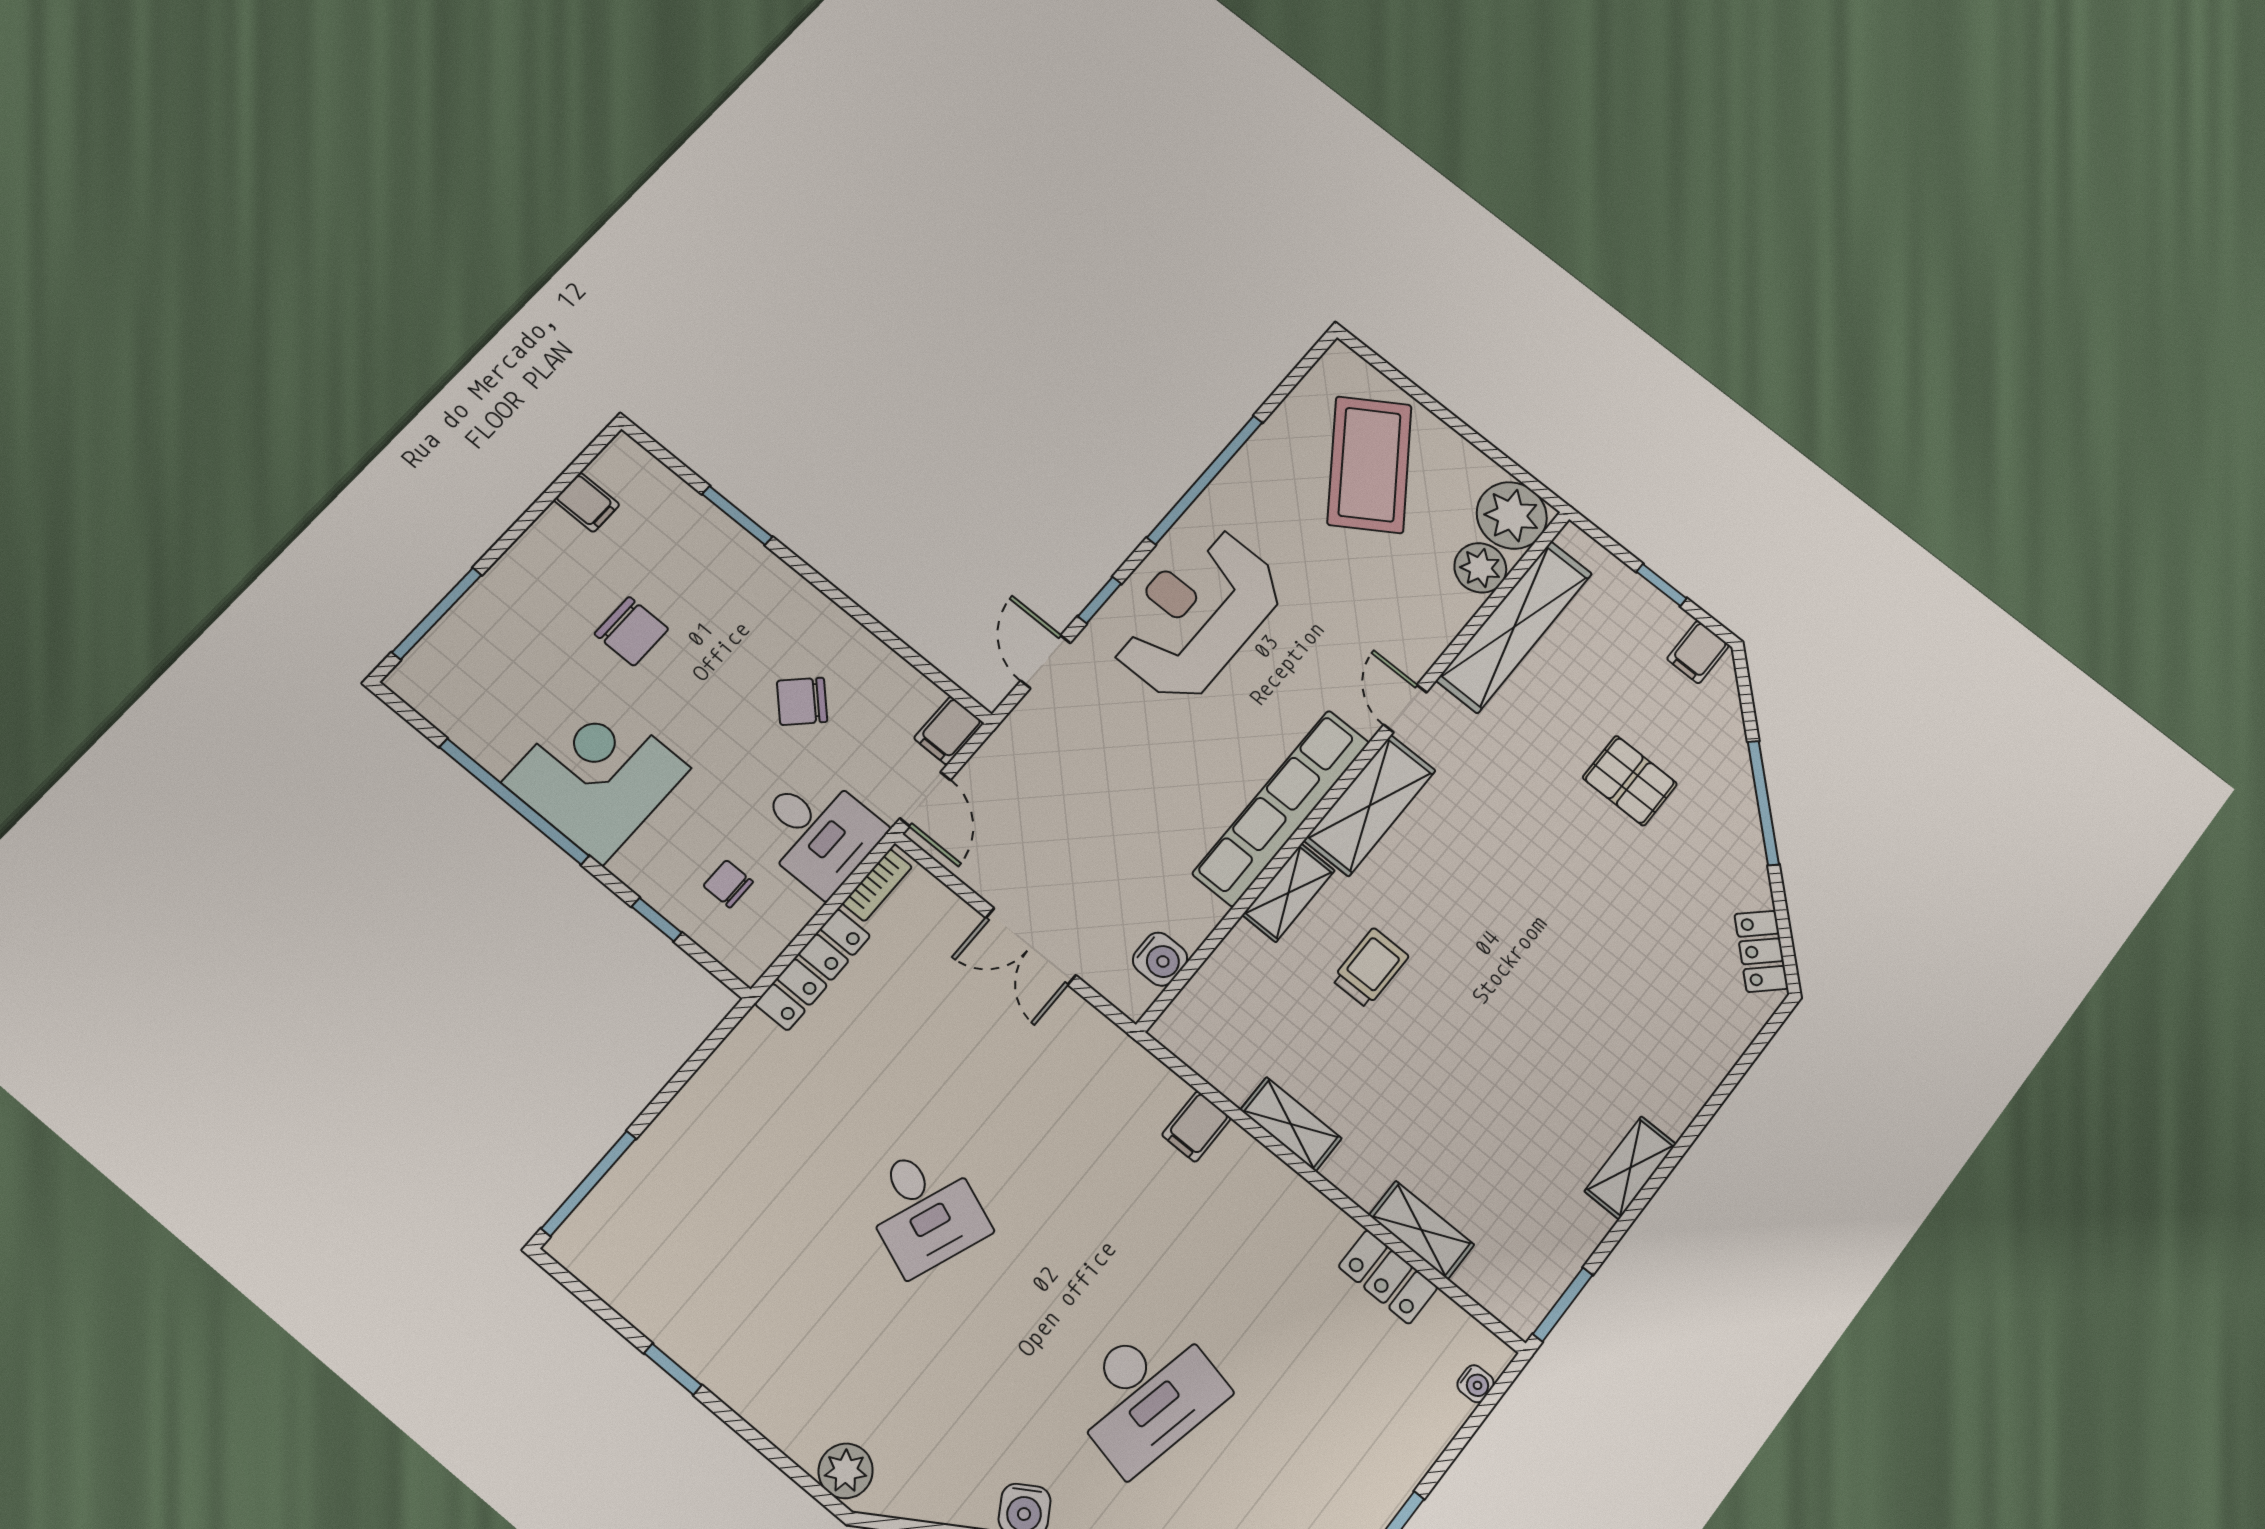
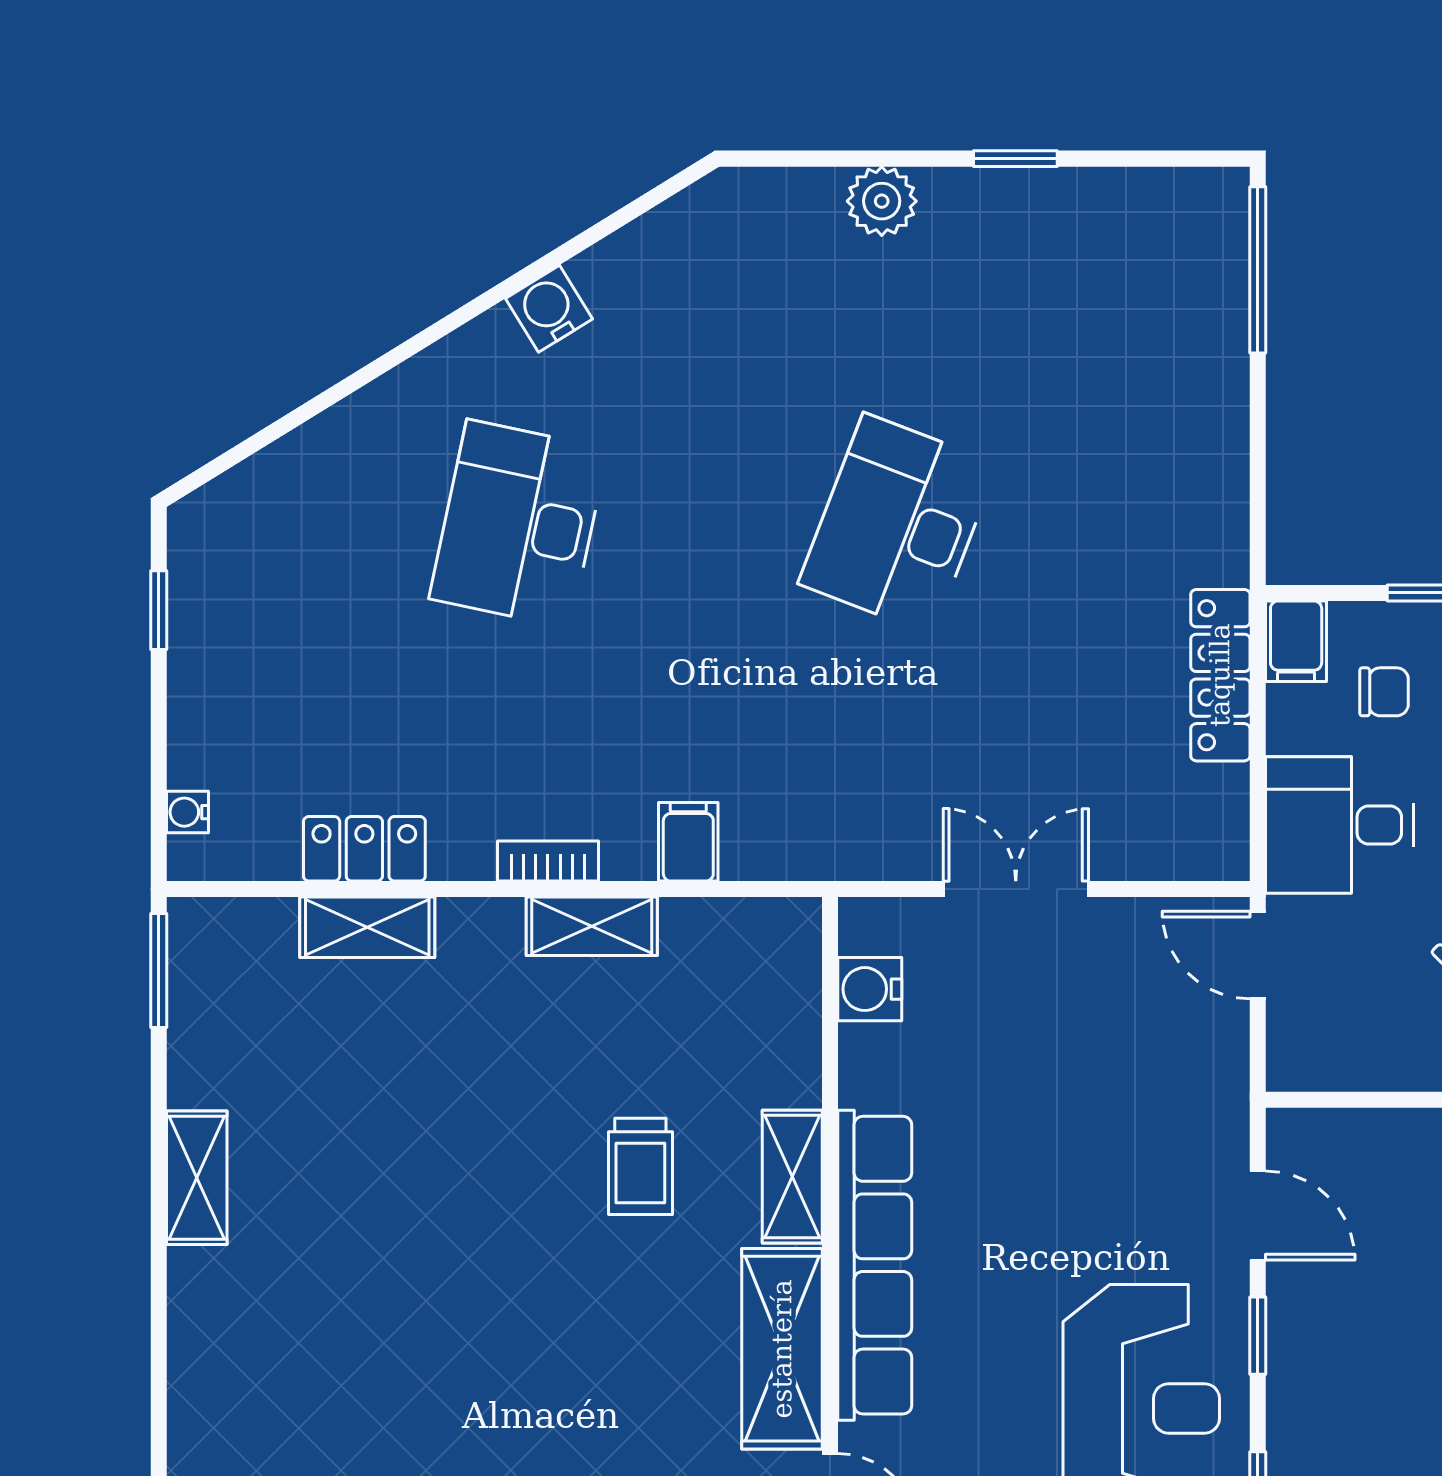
filing cabinet: (949, 731) -> (1296, 641), moved, turned 180
bookcase: (877, 885) -> (548, 861), moved, turned 90
desk: (924, 1209) -> (898, 524), width x1.37
plant: (846, 1471) -> (882, 201), moved

